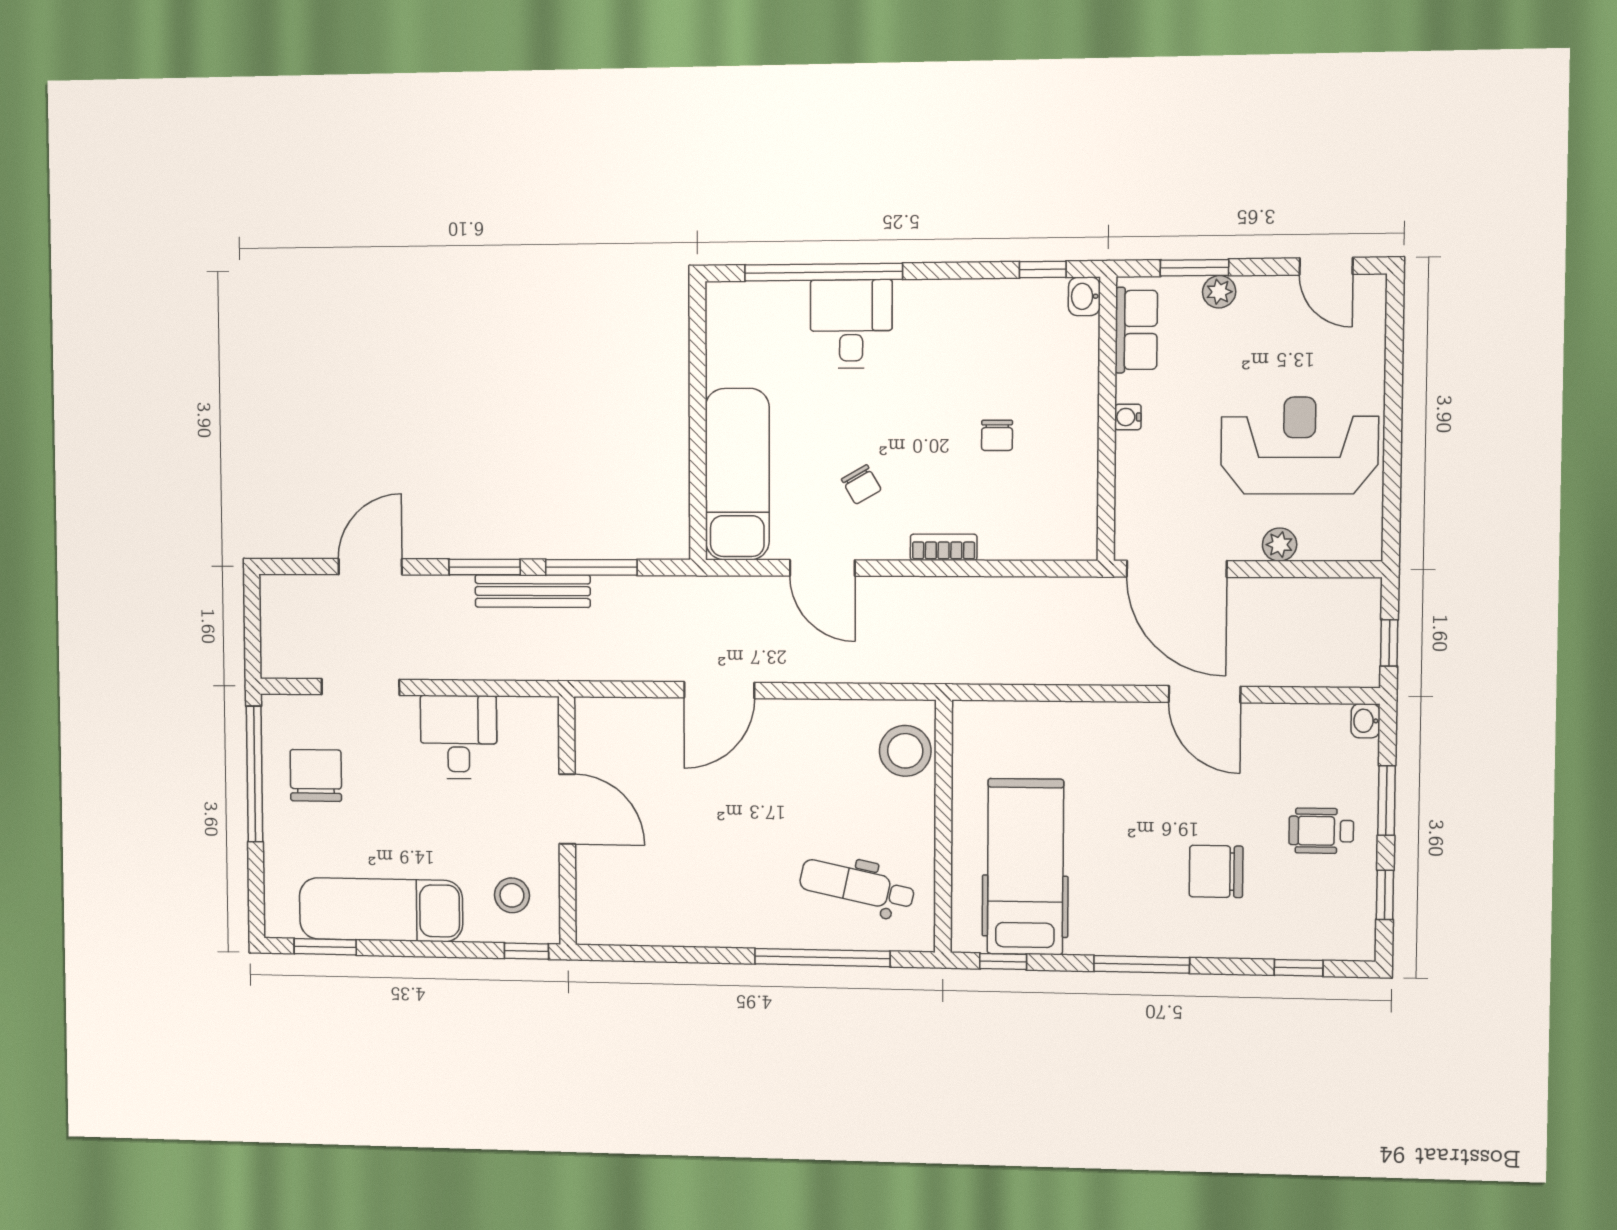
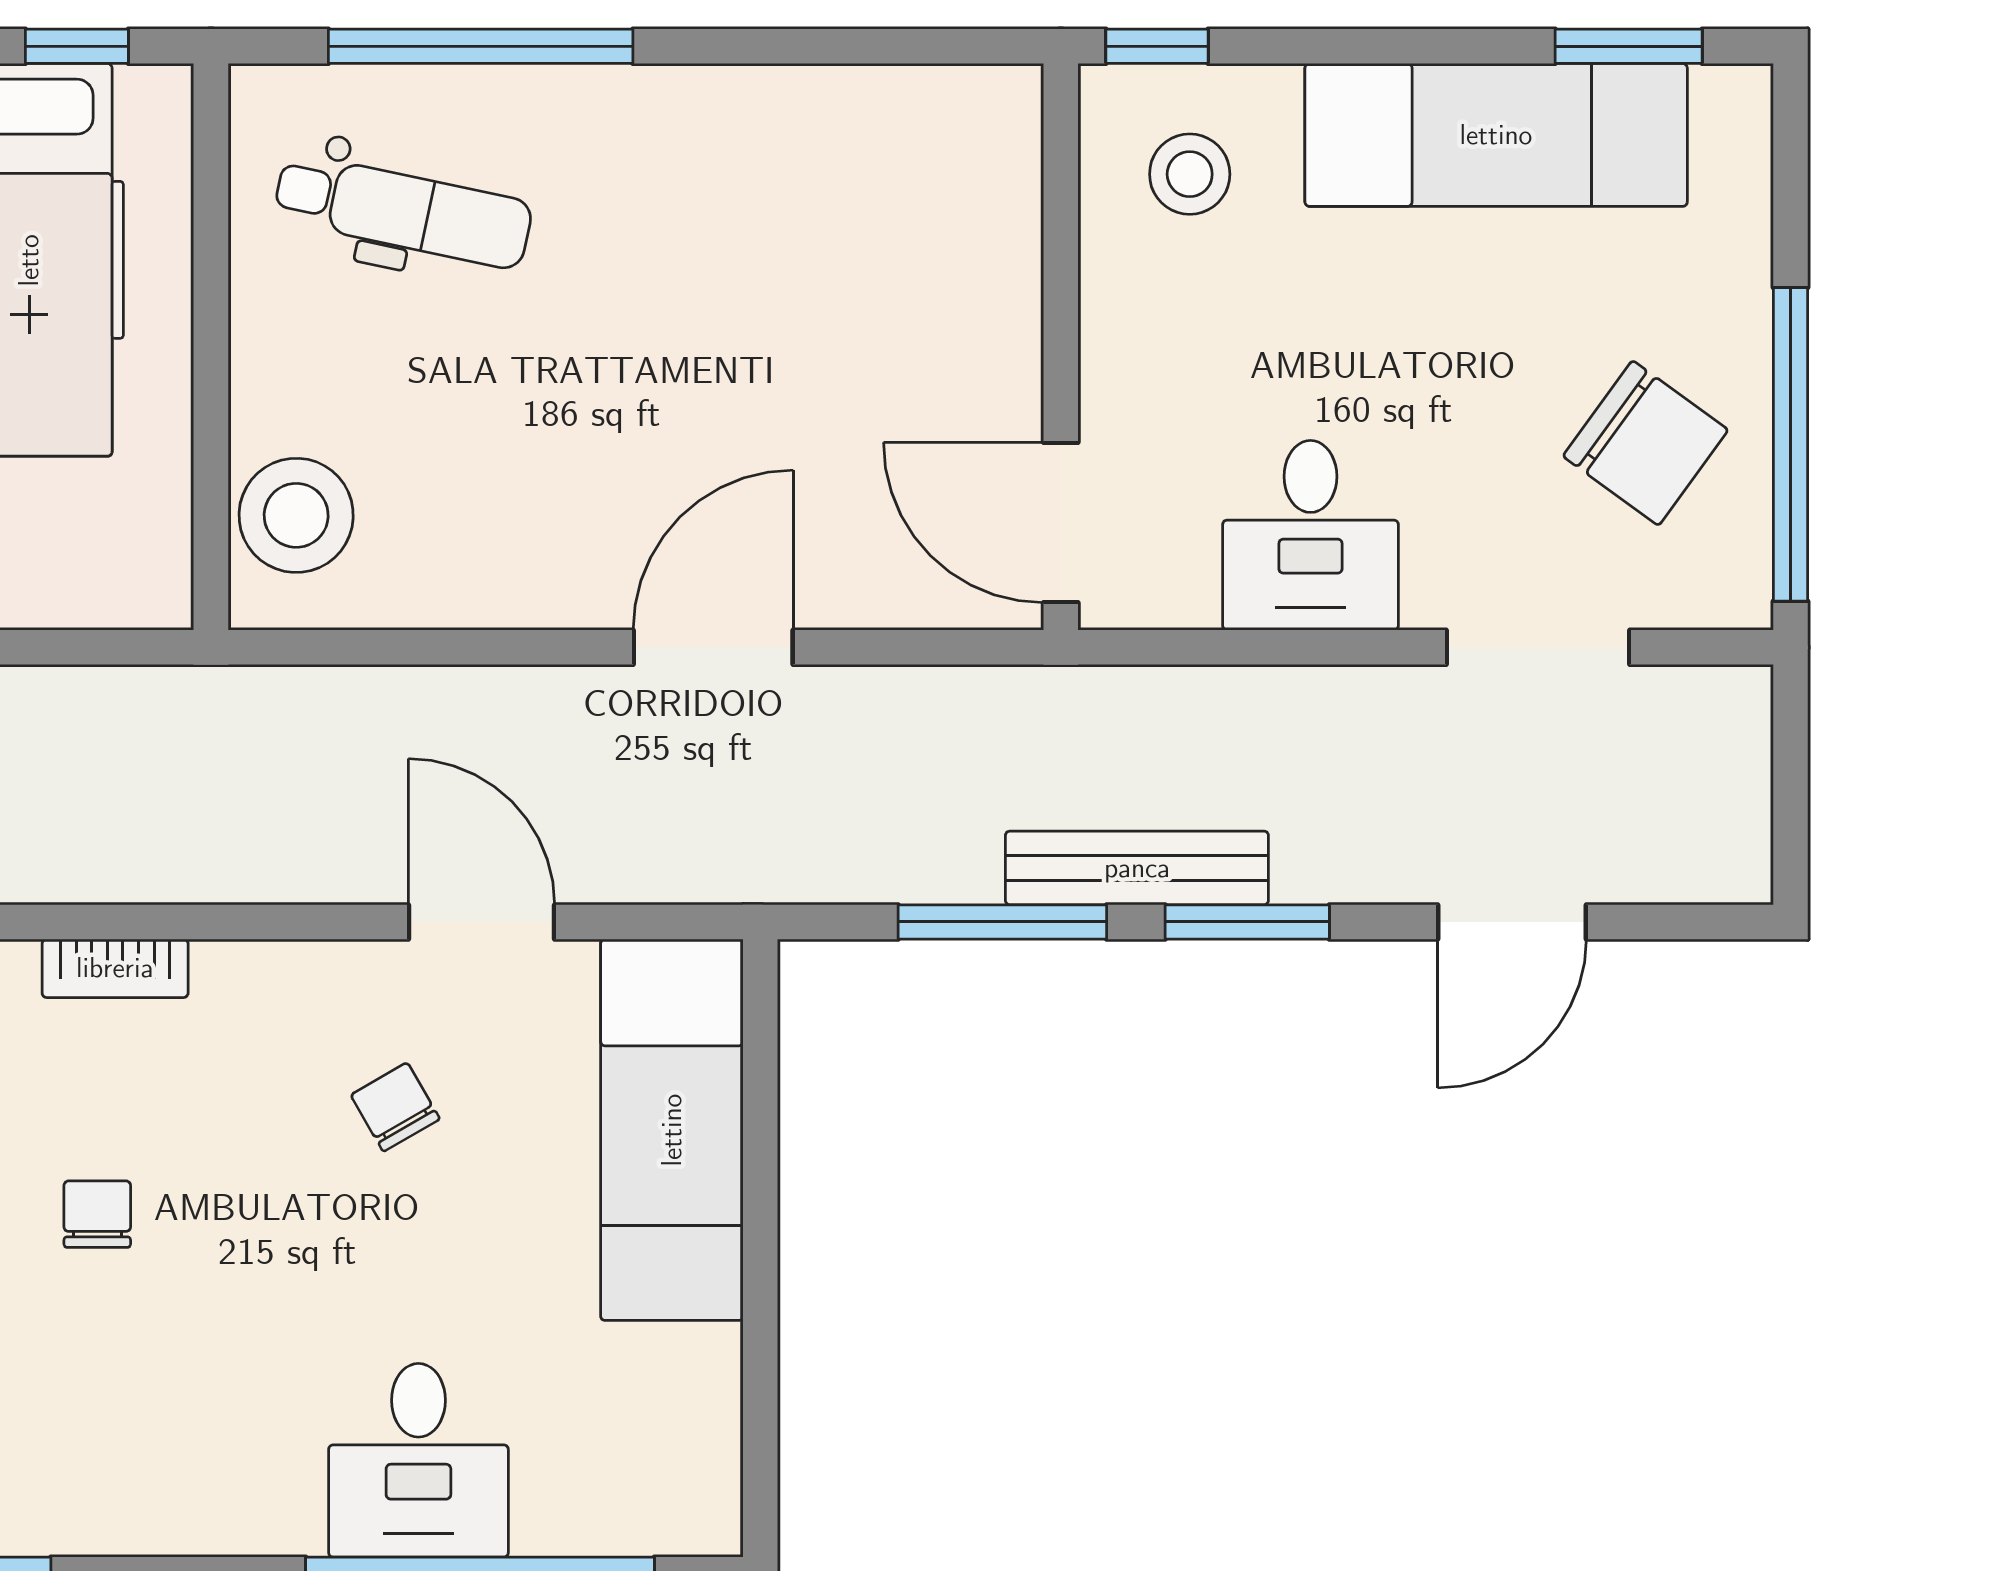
bookcase: (944, 547) -> (115, 968), moved
chair: (316, 775) -> (1645, 443), turned -54
door: (567, 809) -> (1061, 523), moved

